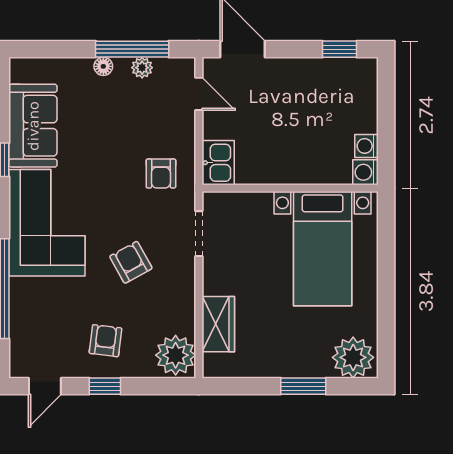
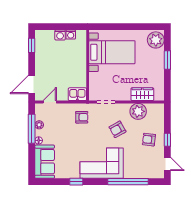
sofa: (33, 126) -> (45, 162), moved, turned 90
washing machine: (365, 172) -> (60, 35), moved
plant: (176, 355) -> (138, 111), moved

